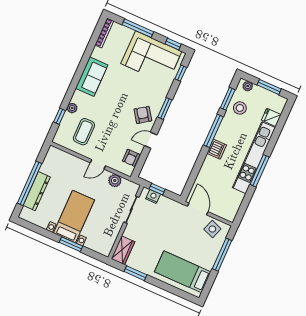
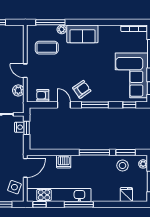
sofa: (92, 77) -> (82, 34), moved
window: (165, 109) -> (95, 105), width x1.44
window: (60, 116) -> (50, 22), width x2.17
dishwasher: (217, 149) -> (64, 162), moved
kitchen unit: (254, 158) -> (59, 195), moved
window: (242, 211) -> (40, 204), added

